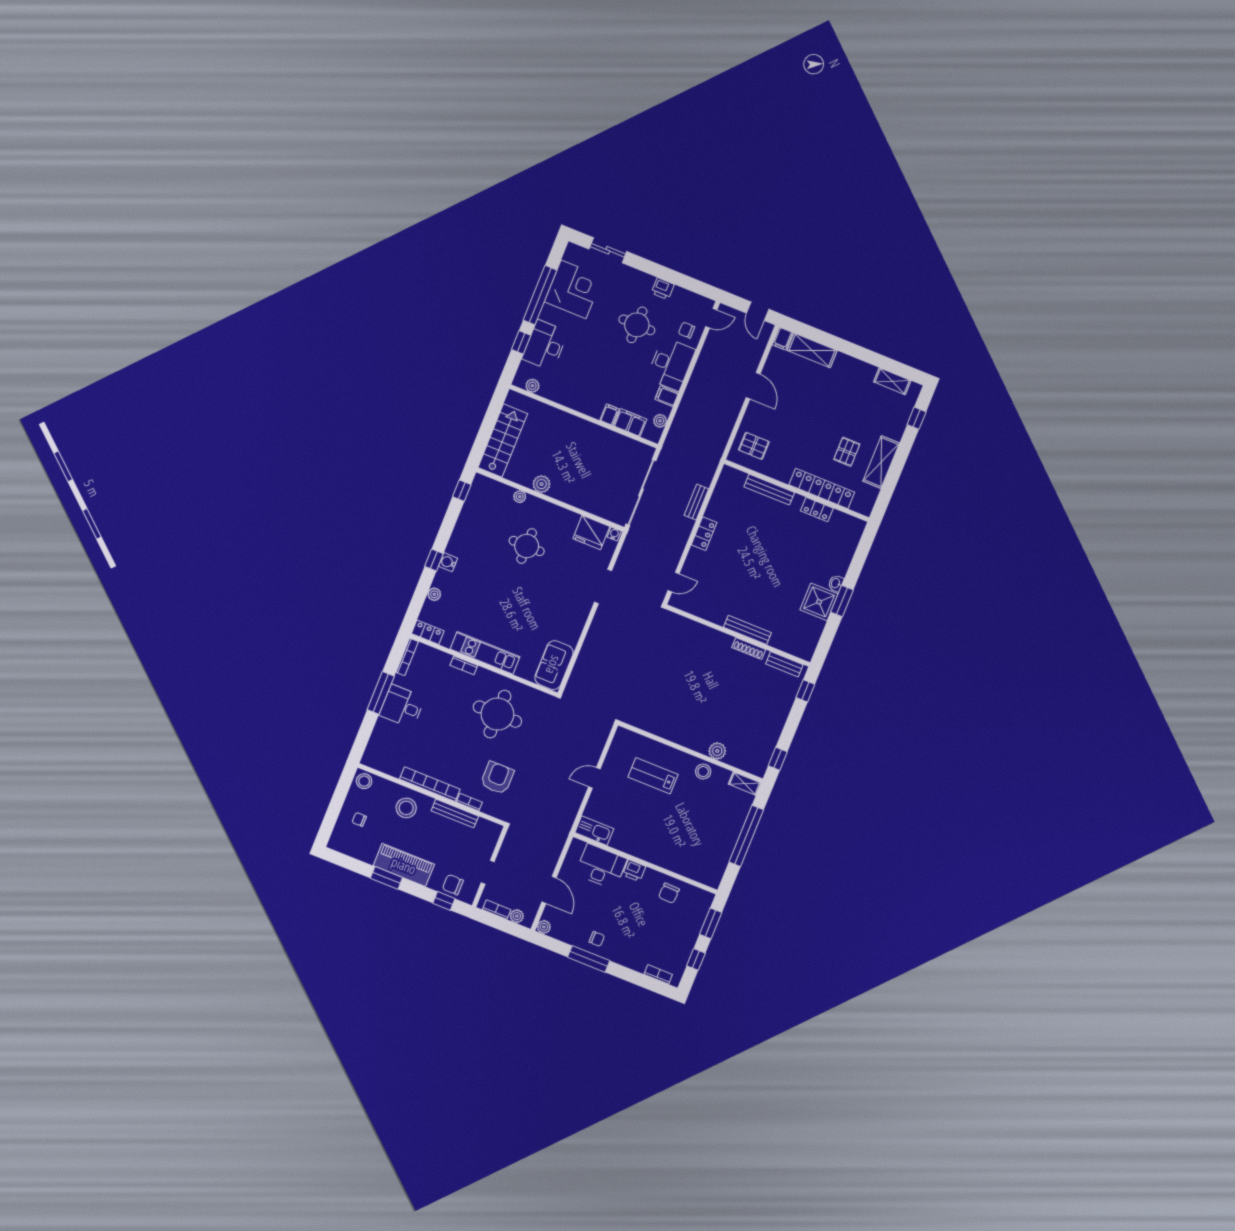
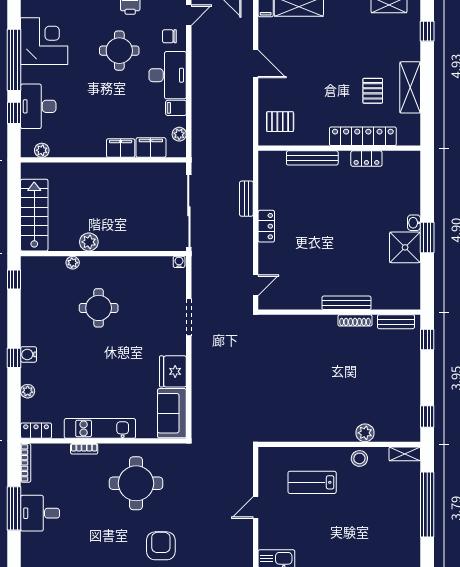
filing cabinet: (609, 415) -> (121, 148), width x2.00
fridge: (591, 533) -> (173, 371), moved, turned 90

